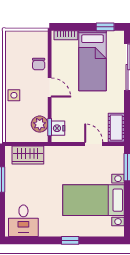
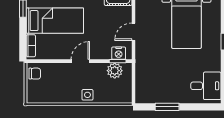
chair: (39, 64) -> (35, 74), moved
door: (94, 144) -> (134, 32), moved
wardrobe: (28, 155) -> (144, 82), removed

